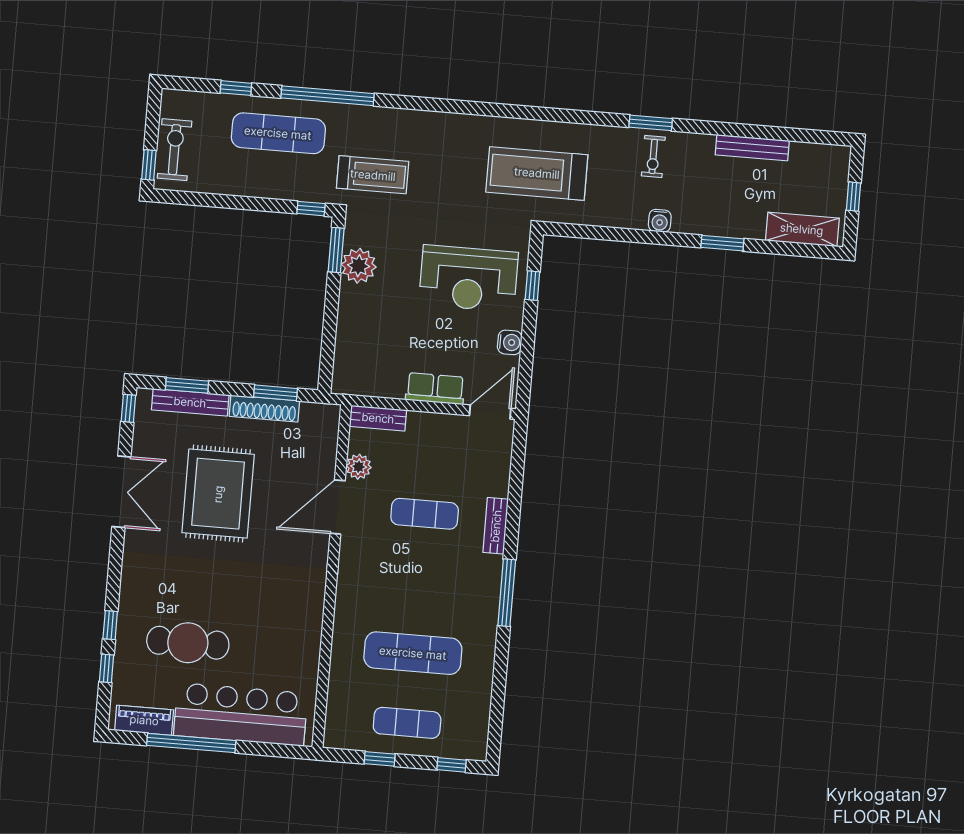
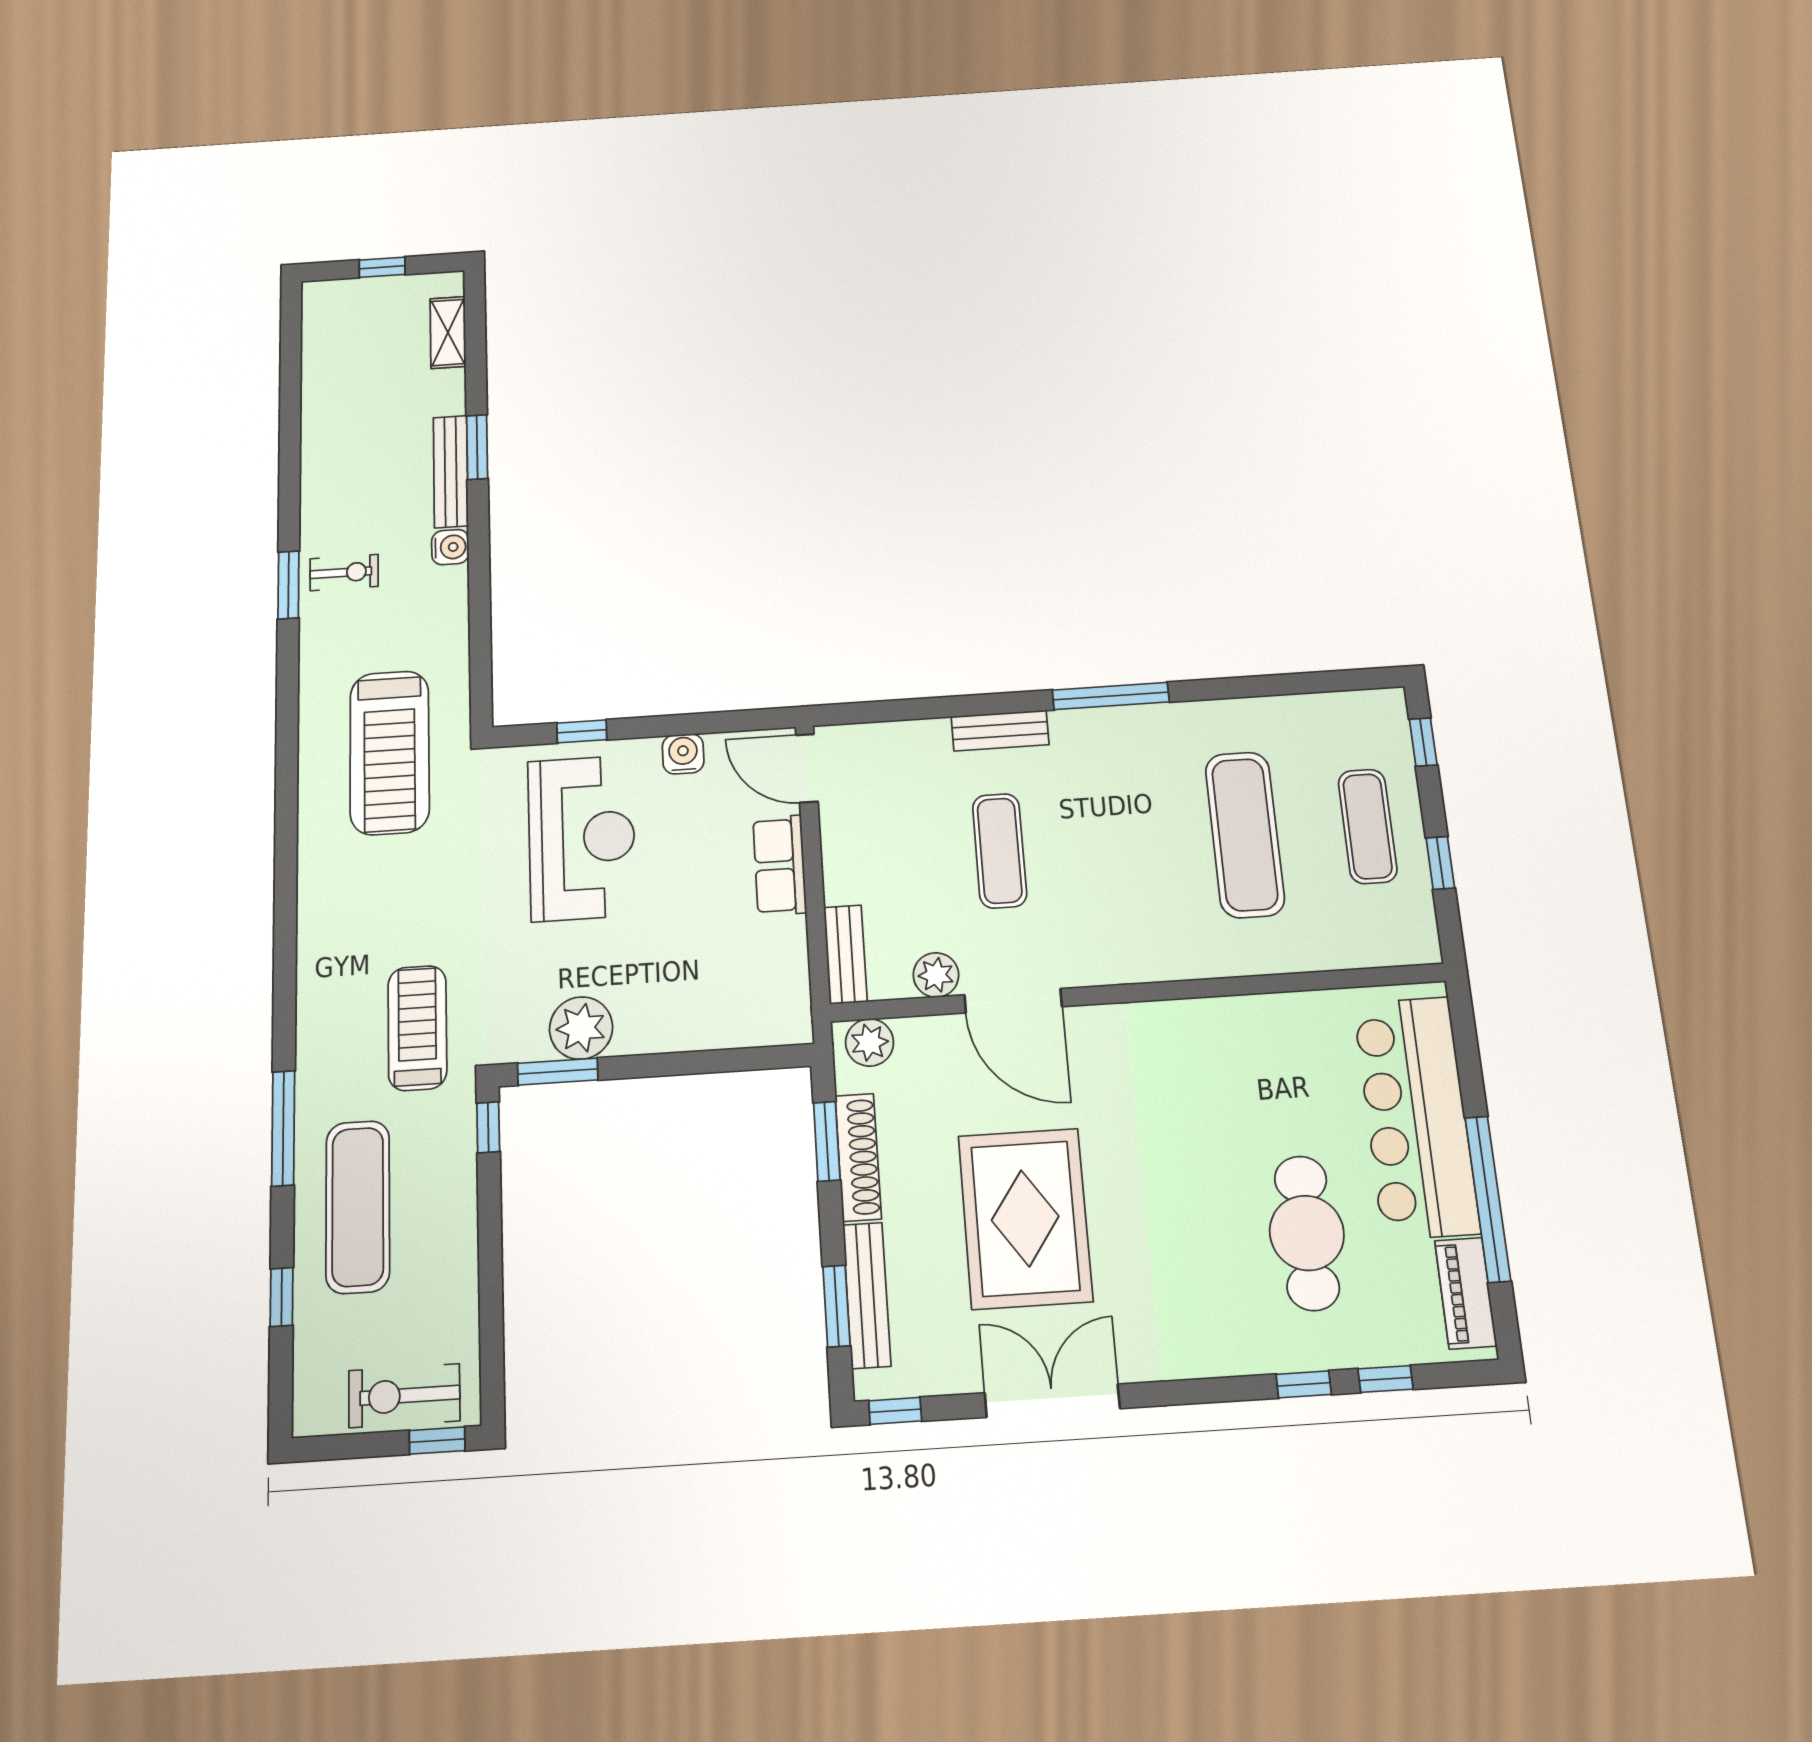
window: (327, 96) -> (283, 1128), width x0.68
bench: (752, 148) -> (451, 471), moved
shelving: (802, 229) -> (448, 332), width x0.67, depth x0.75
plant: (326, 424) -> (870, 1042), added
rug: (218, 494) -> (1025, 1218), turned 90

